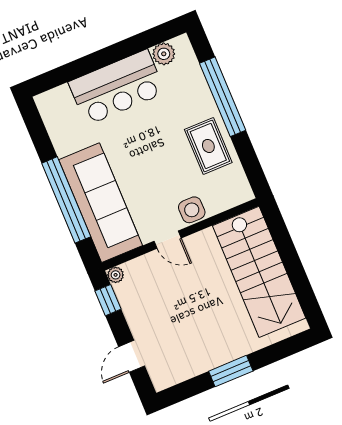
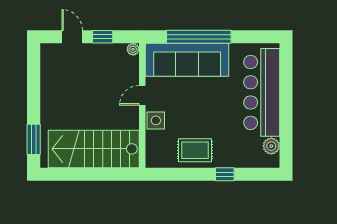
bar counter: (117, 87) -> (262, 92), width x1.36
window: (223, 97) -> (225, 174), width x0.32
window: (108, 300) -> (103, 37), moved
window: (231, 371) -> (34, 139), moved

